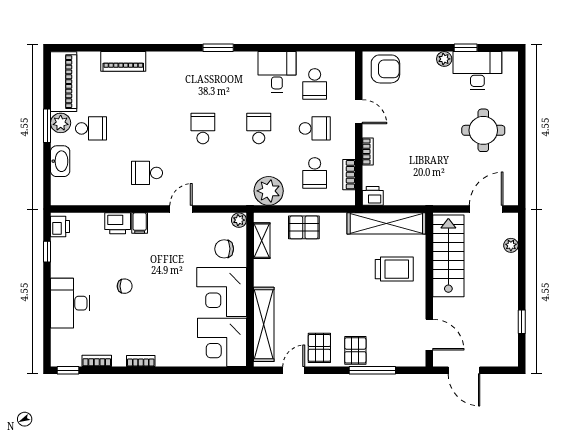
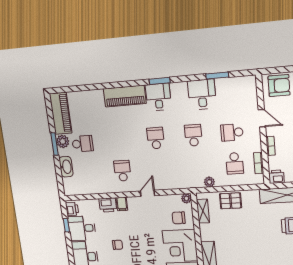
window: (301, 48) -> (217, 76), added
piano: (123, 61) -> (125, 96), moved, width x1.37, depth x1.33
desk: (214, 70) -> (158, 97), added
school desk: (315, 84) -> (229, 101), removed
school desk: (315, 128) -> (232, 132), turned 180
school desk: (147, 173) -> (122, 171), turned 90
plant: (269, 191) -> (209, 182), width x0.53, depth x0.53
desk: (71, 257) -> (82, 228), added

